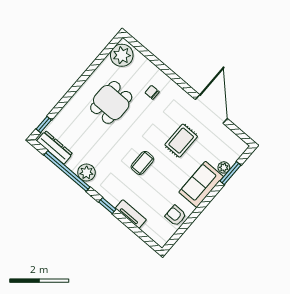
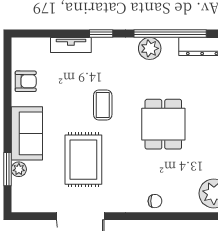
chair: (152, 92) -> (155, 201), moved
dining table: (111, 102) -> (163, 124), moved
rug: (181, 141) -> (83, 160), width x1.36, depth x1.43

